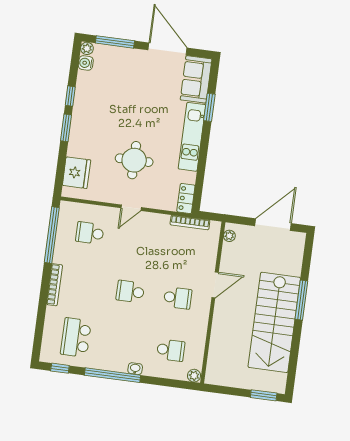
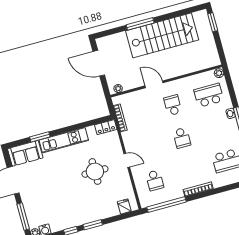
fridge: (77, 173) -> (124, 206), width x0.53, depth x0.75
school desk: (171, 350) -> (209, 95), width x1.85

